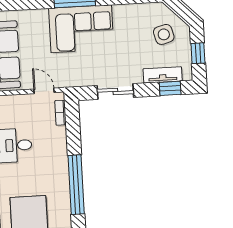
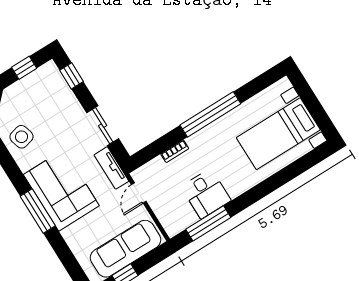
side table: (164, 34) -> (21, 137), moved
tv unit: (163, 75) -> (111, 168), moved
bookcase: (61, 113) -> (175, 151), moved

